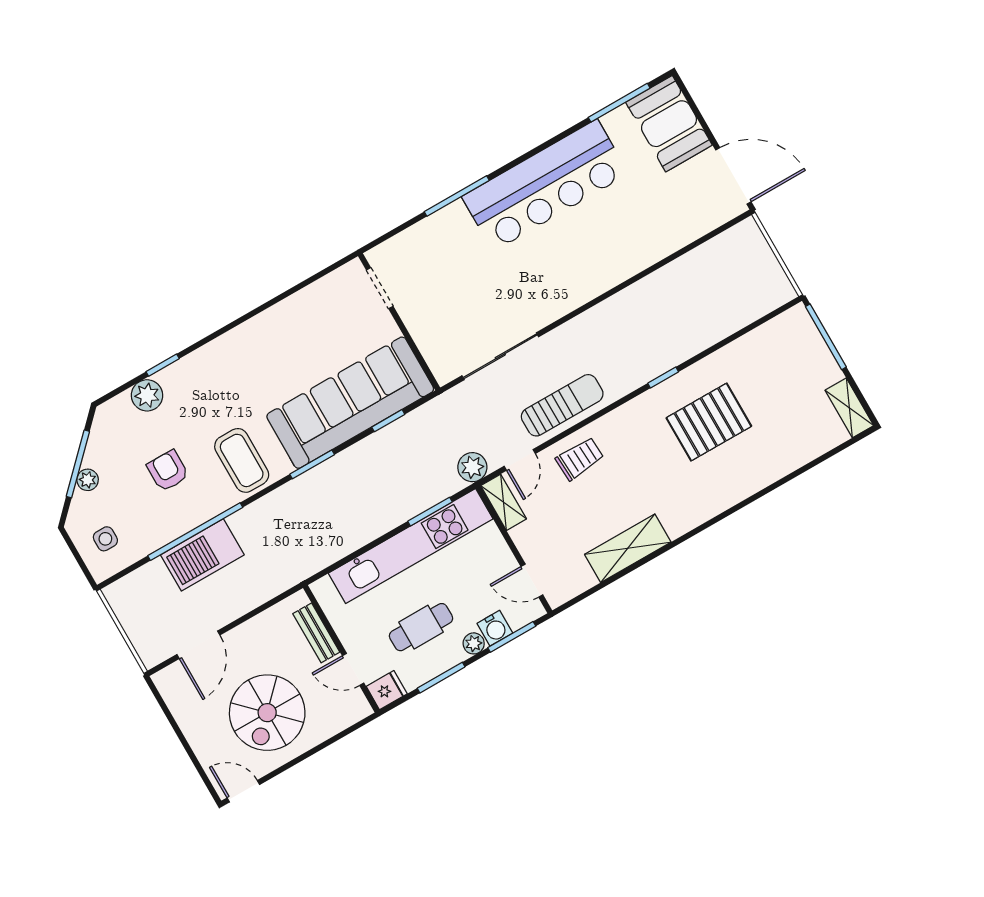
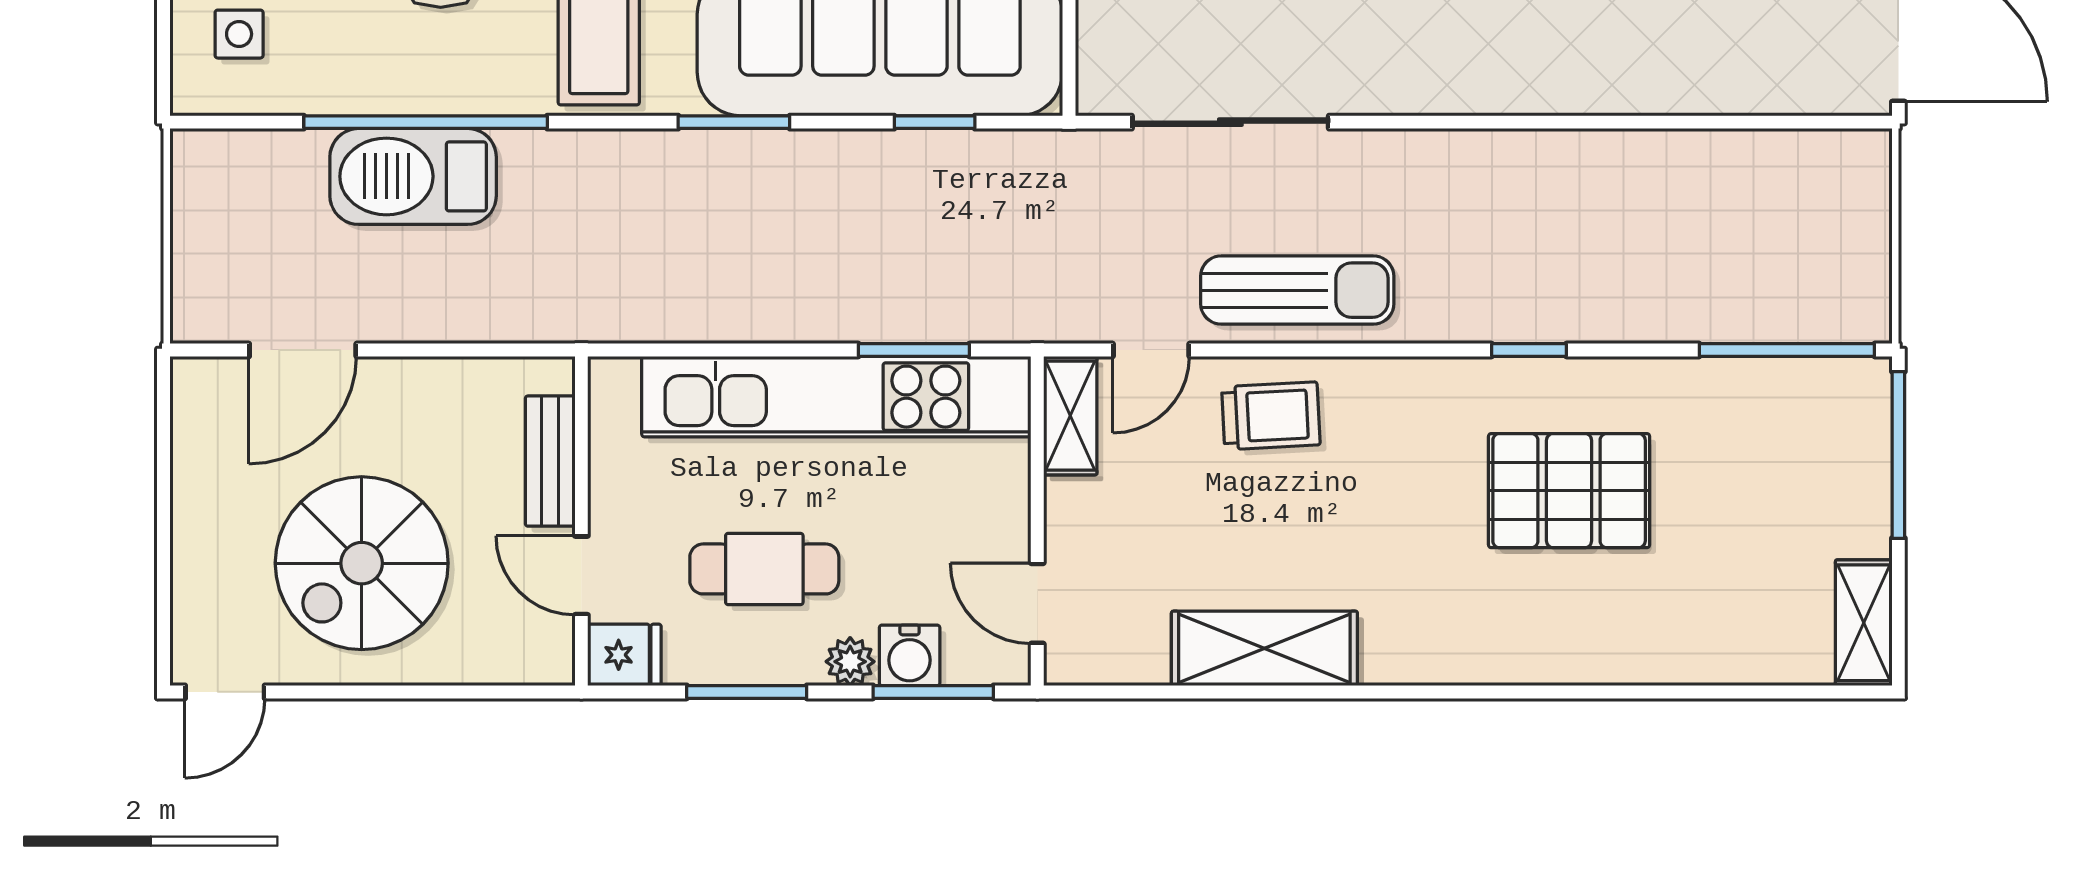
window: (761, 321) -> (1787, 350), added
plant: (472, 467) -> (1049, 310), removed
door: (243, 791) -> (225, 692), swing flipped

